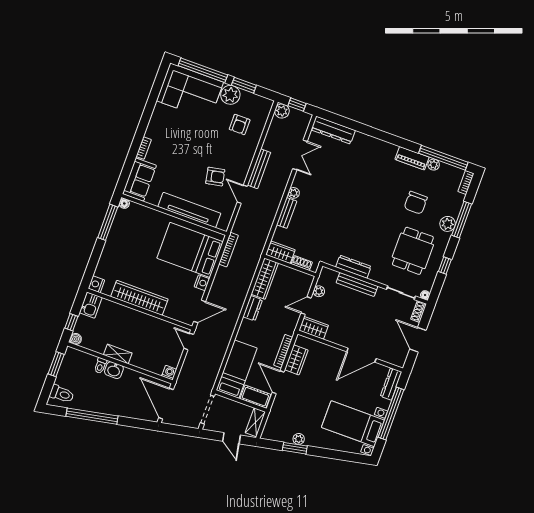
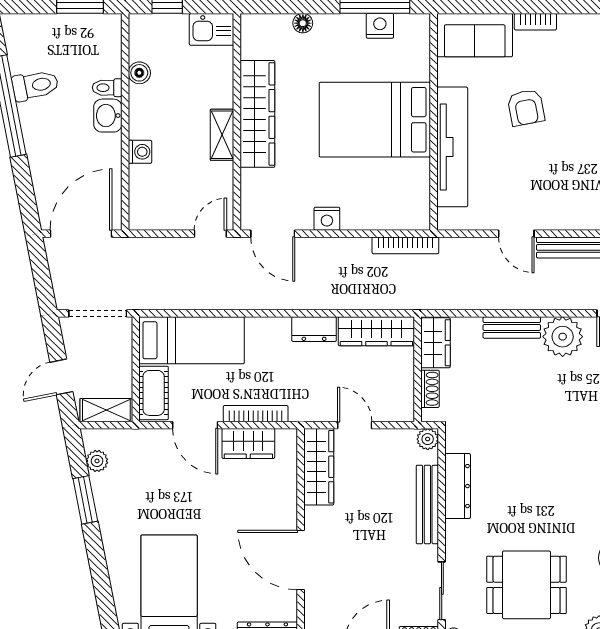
armchair: (215, 177) -> (526, 108), moved
plant: (294, 193) -> (563, 337), width x1.87, depth x1.87
door: (242, 194) -> (516, 234), swing flipped
floor lamp: (124, 203) -> (303, 23), moved
bed: (190, 250) -> (375, 120), moved, turned -90
nightstand: (96, 284) -> (380, 26), moved
plant: (319, 291) -> (428, 439), moved
wardrobe: (314, 328) -> (319, 467), width x1.50
boiler: (76, 339) -> (139, 73), moved
shelving: (118, 354) -> (222, 135), moved
washing machine: (169, 373) -> (140, 152), moved
door: (278, 382) -> (195, 425), swing flipped
toilet: (62, 394) -> (35, 85), moved, turned -101
plant: (299, 439) -> (97, 461), moved

